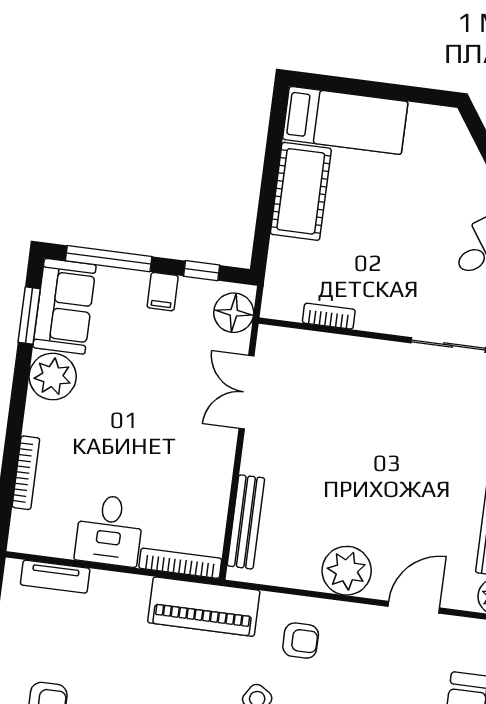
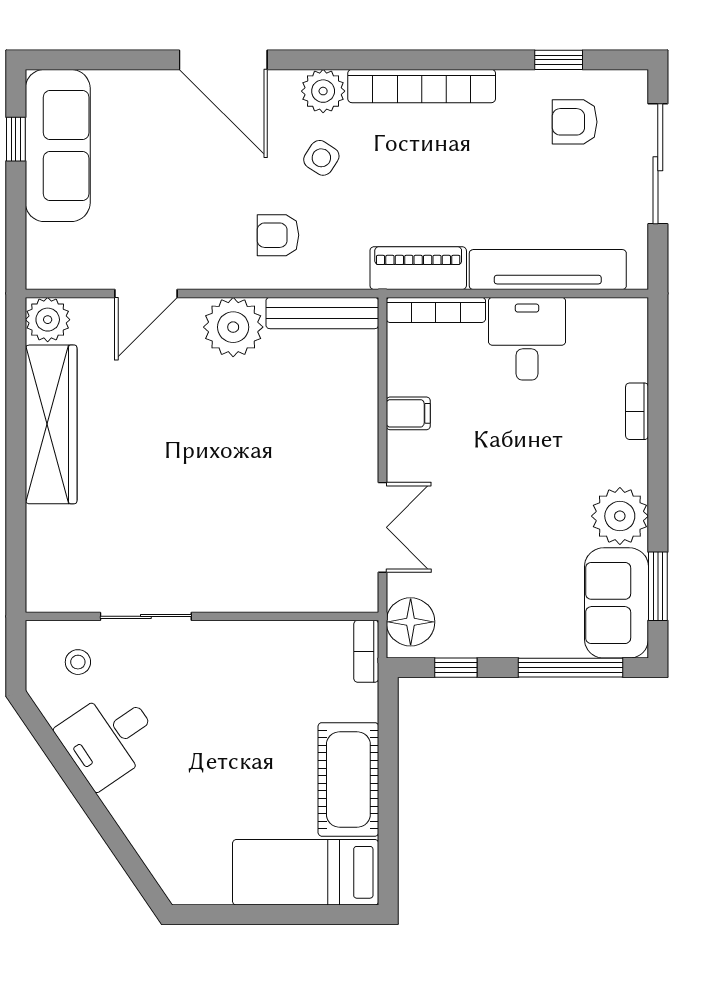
filing cabinet: (163, 292) -> (408, 413), moved, turned 90
bookcase: (329, 316) -> (366, 651), moved, turned 90
bookcase: (26, 473) -> (637, 411), width x0.64
bench: (246, 522) -> (322, 313), moved, turned 90
tv unit: (55, 577) -> (548, 270), width x1.92, depth x1.29
piano: (204, 607) -> (418, 268), width x0.73, depth x0.75

